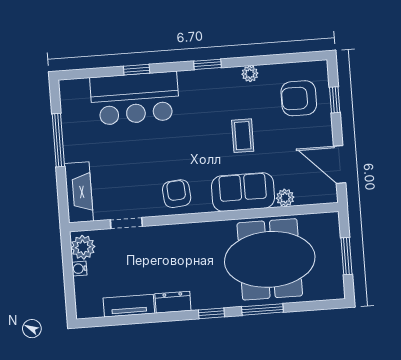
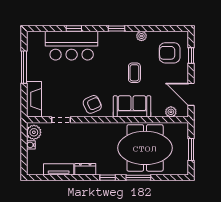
armchair: (177, 194) -> (92, 104), turned 70
plant: (285, 198) -> (171, 112), moved

